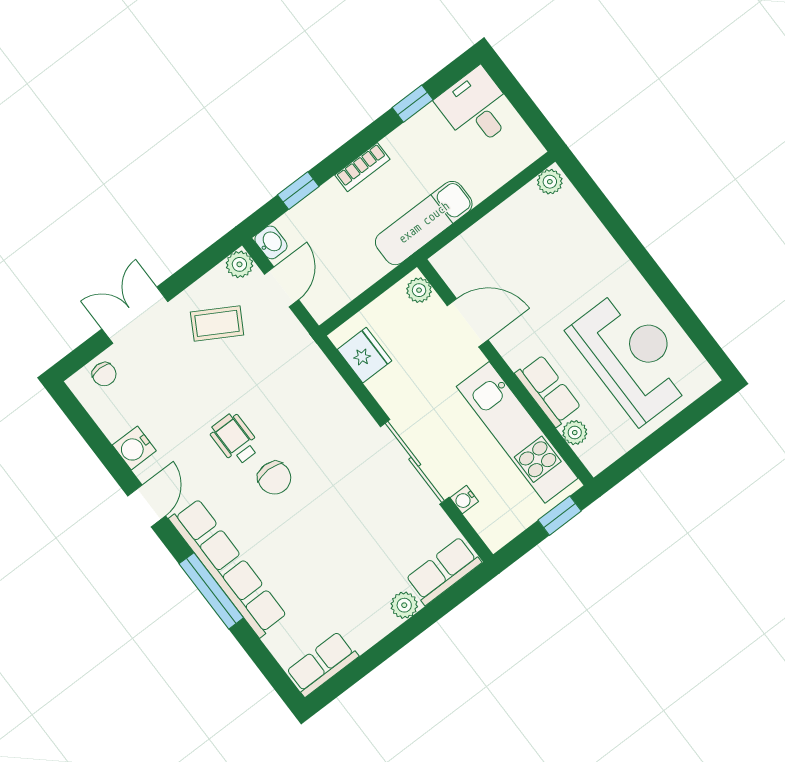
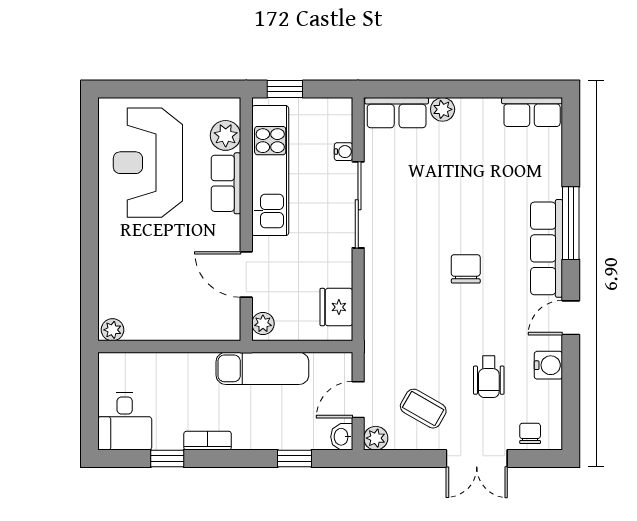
bookcase: (362, 167) -> (208, 441), moved
exam couch: (424, 223) -> (262, 368), moved
plant: (575, 433) -> (226, 135), width x1.38, depth x1.38
wheelchair: (235, 439) -> (489, 377), moved
row of seats: (228, 568) -> (547, 248), width x0.73

